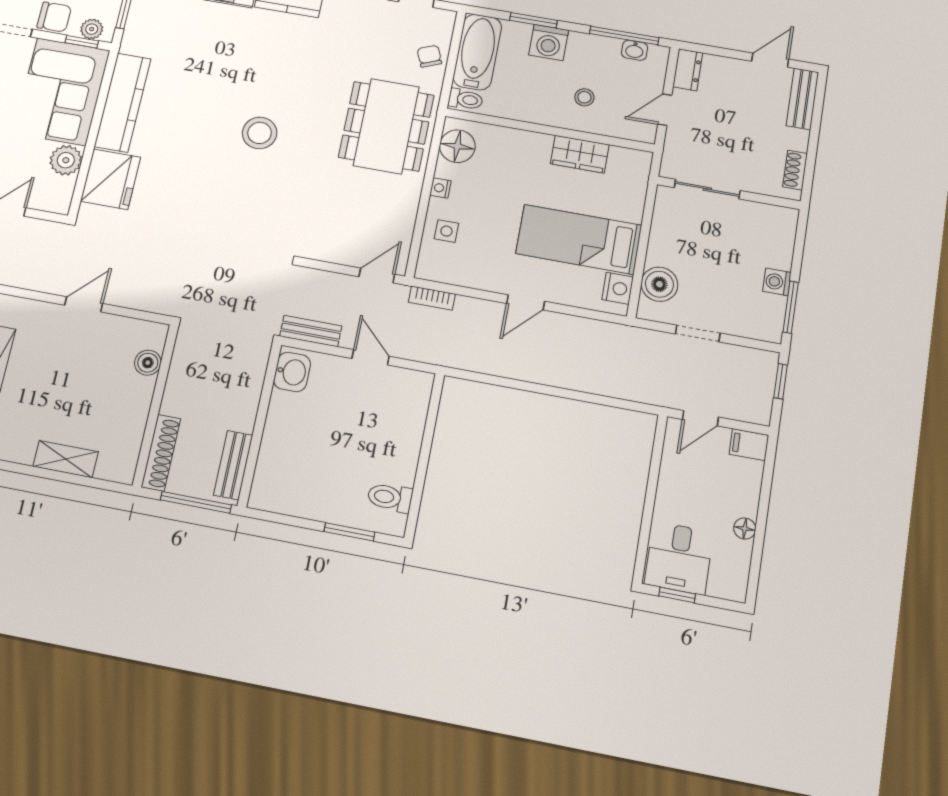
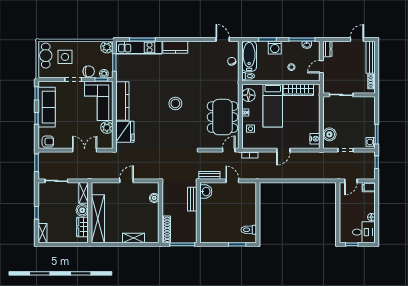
bench: (802, 99) -> (371, 57), width x1.36
dining table: (386, 126) -> (222, 117), moved
wardrobe: (580, 154) -> (298, 90), width x1.50
bed: (579, 239) -> (273, 106), moved, turned -90
washing machine: (777, 282) -> (371, 142), moved
bench: (233, 465) -> (192, 199), moved
desk: (679, 558) -> (364, 232), moved, turned -90

